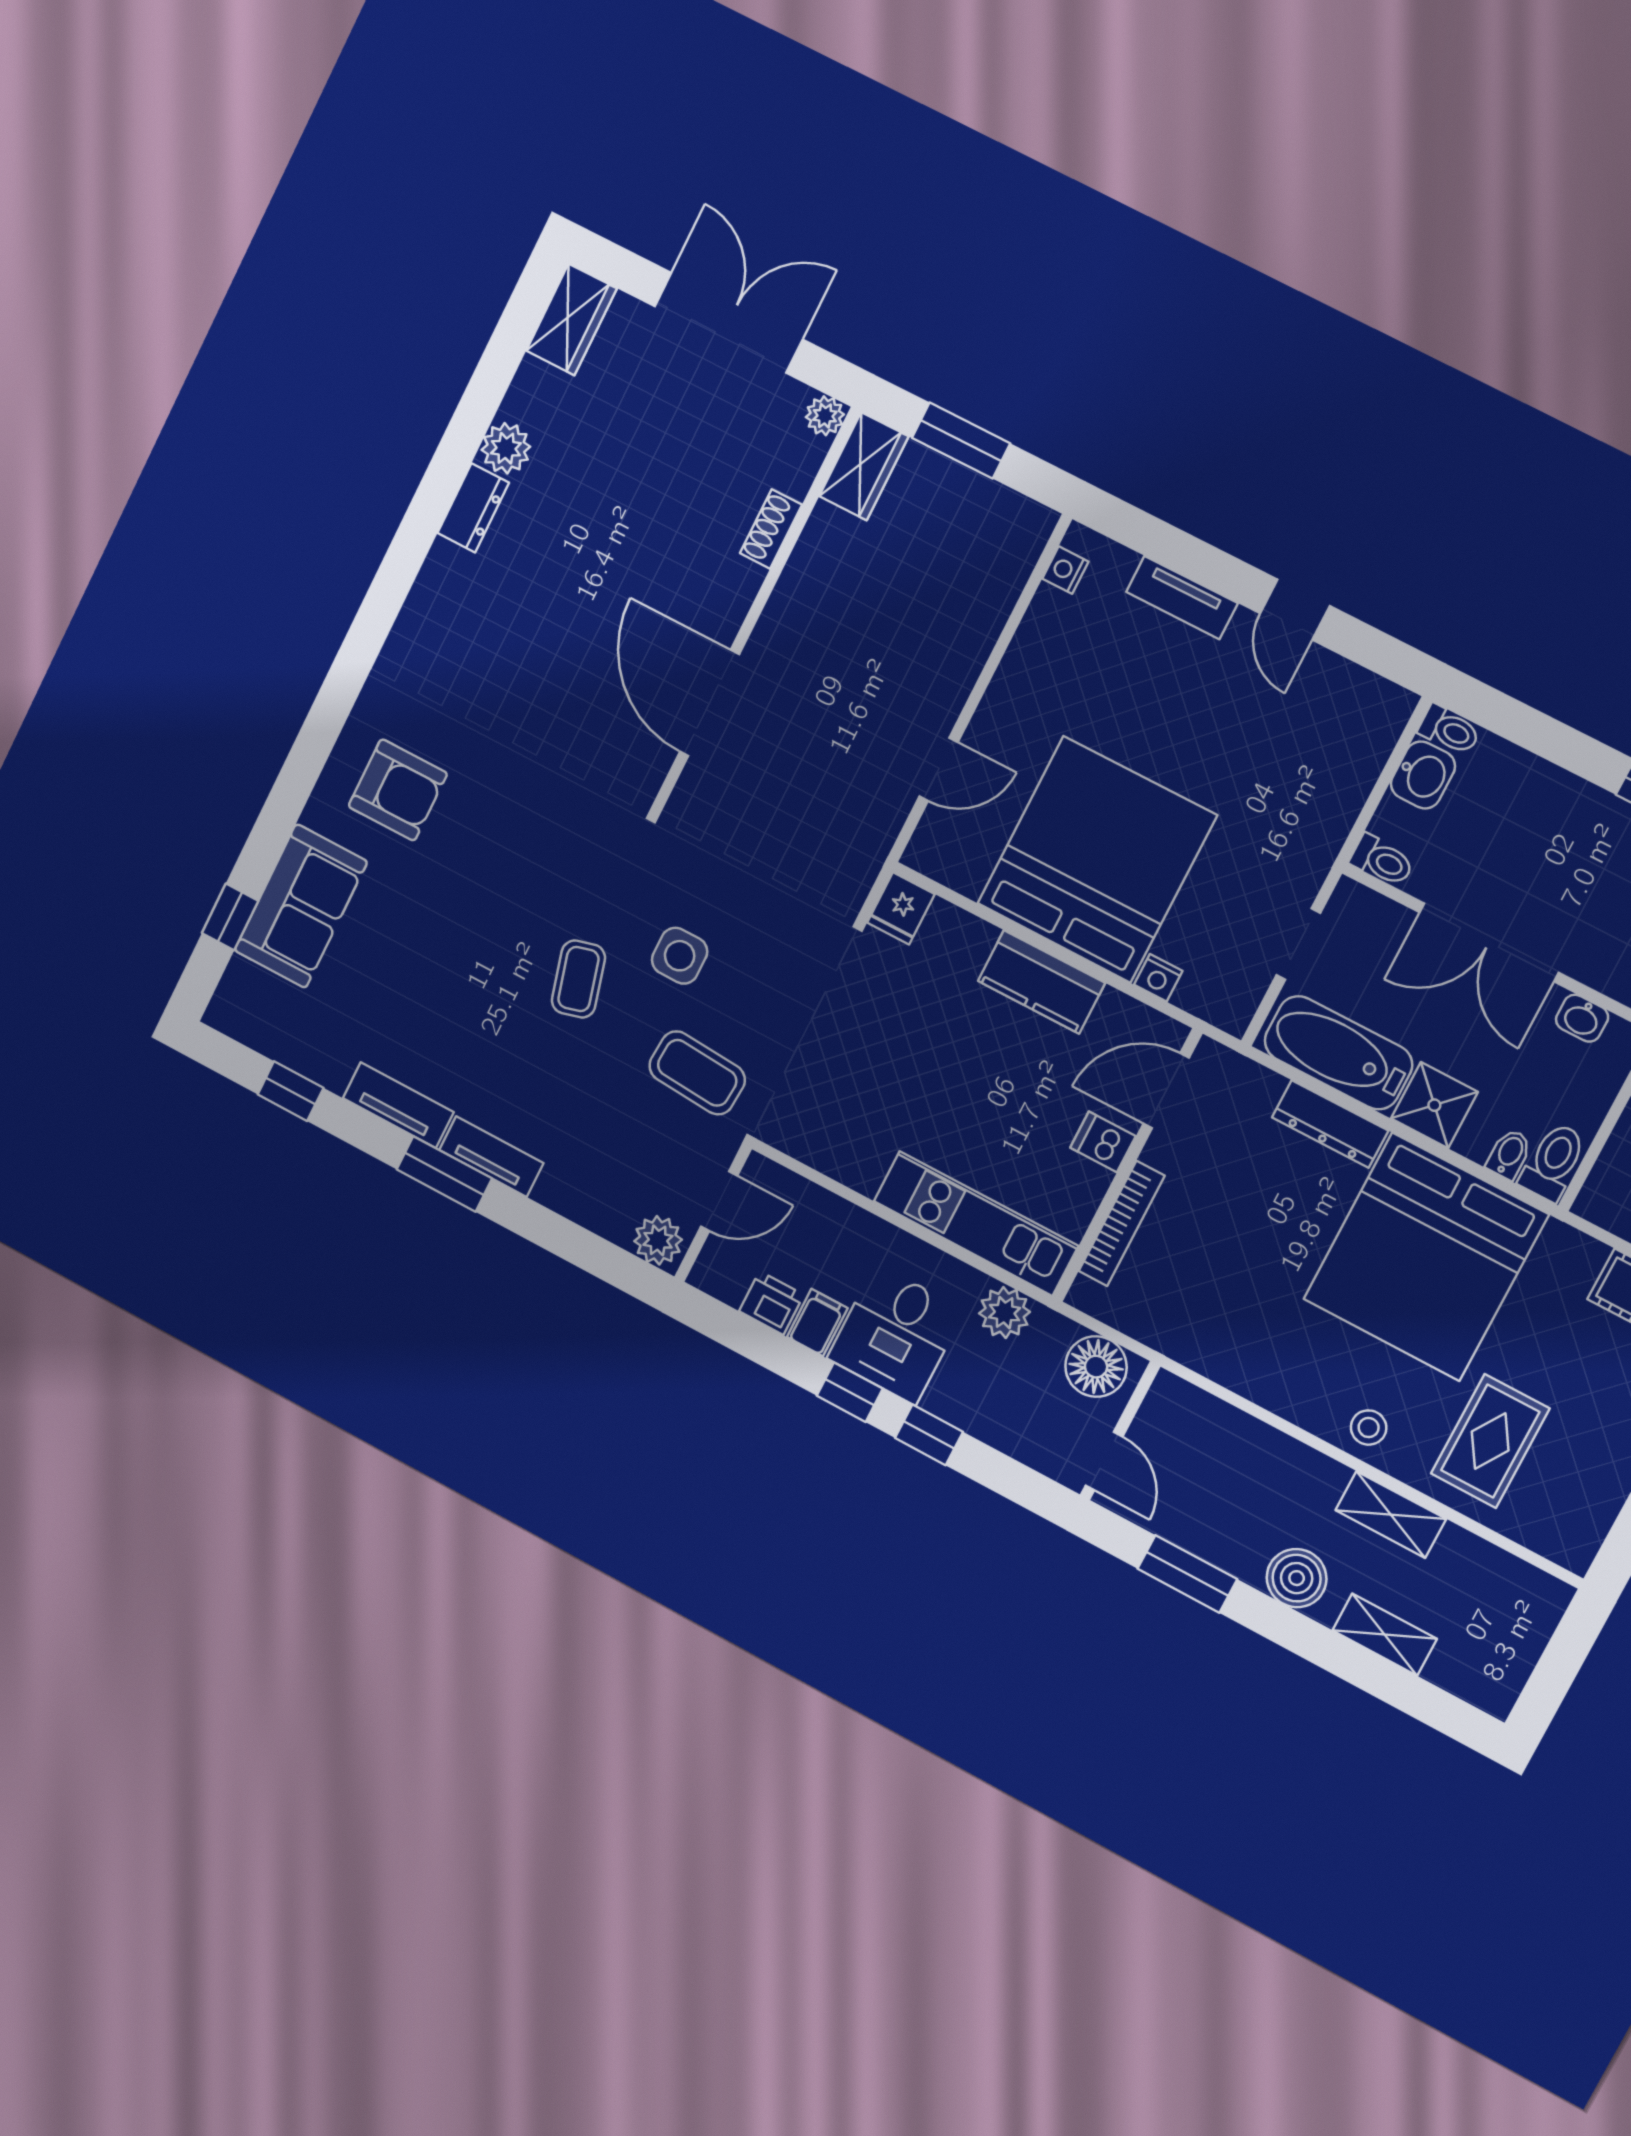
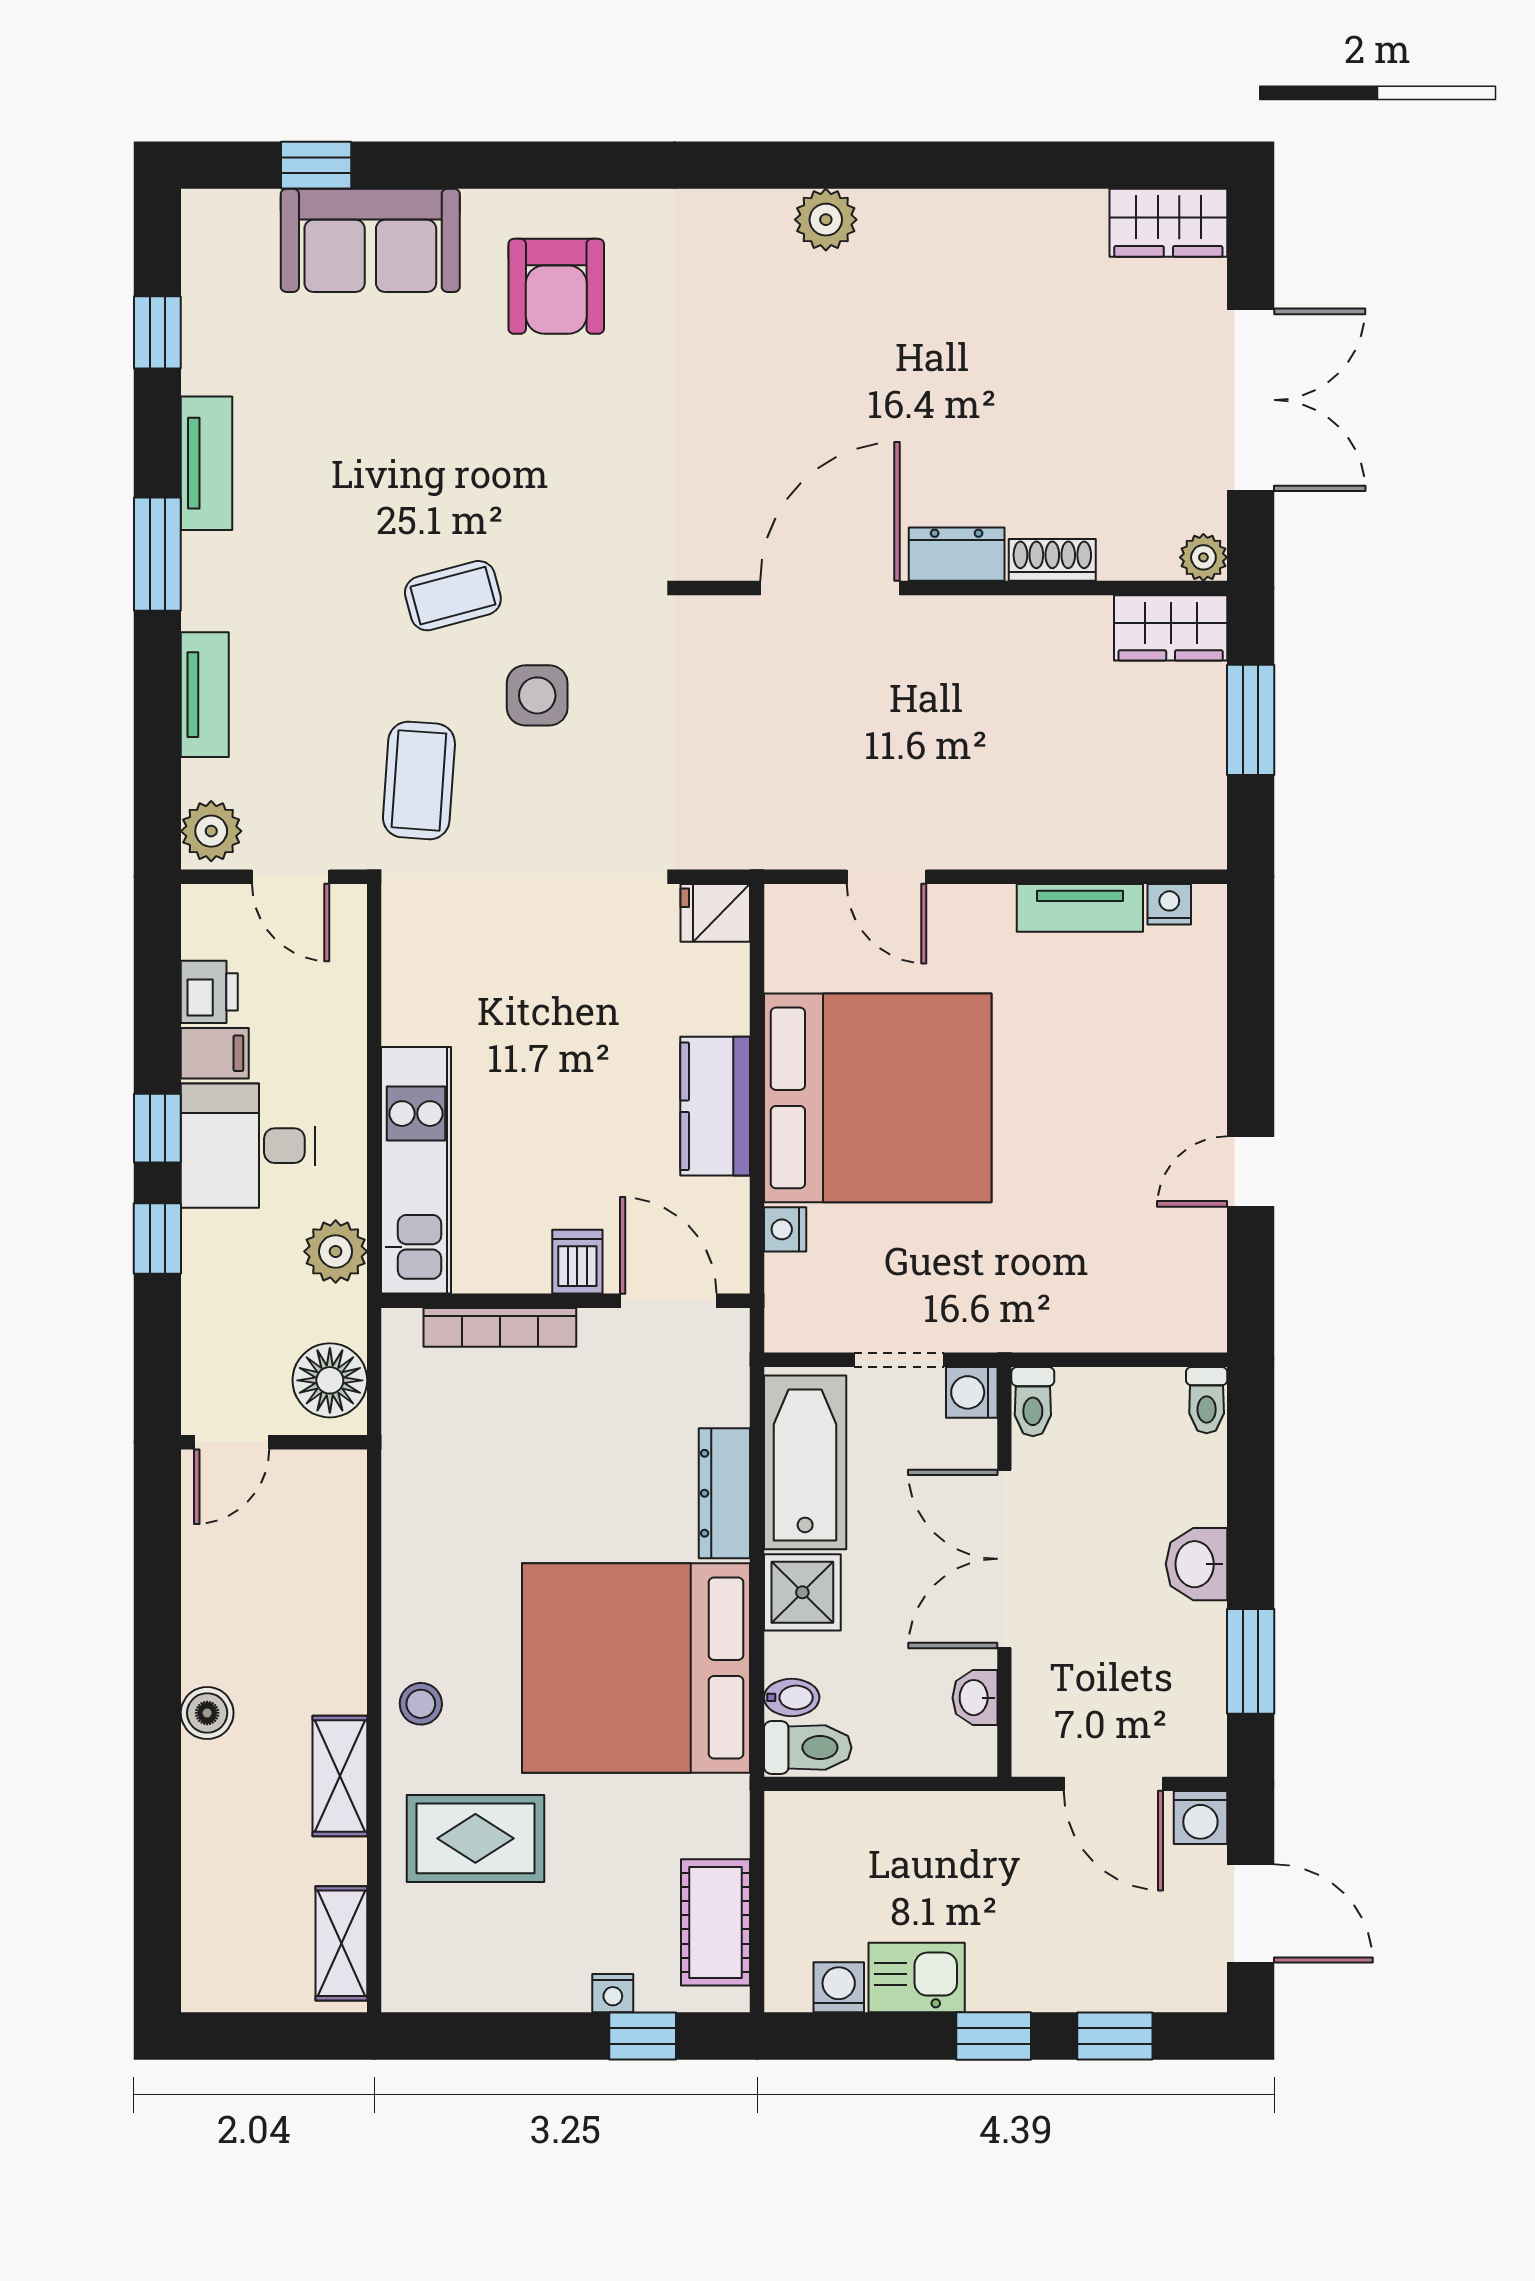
plant: (506, 448) -> (826, 220), moved
dresser: (473, 508) -> (957, 554), moved, turned 180
tv unit: (1182, 598) -> (1080, 908), moved, turned -90
washbasin: (1423, 775) -> (1196, 1564), moved, turned 90
washing machine: (1351, 902) -> (972, 1392), added
tv unit: (491, 1157) -> (205, 695), moved
window: (1187, 1574) -> (157, 1595), removed
boiler: (1297, 1578) -> (207, 1713), width x0.73, depth x0.73
shelving: (1385, 1635) -> (341, 1943), moved

